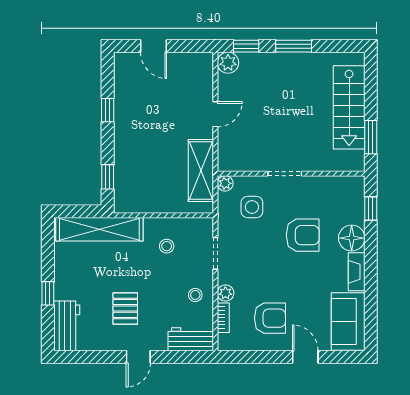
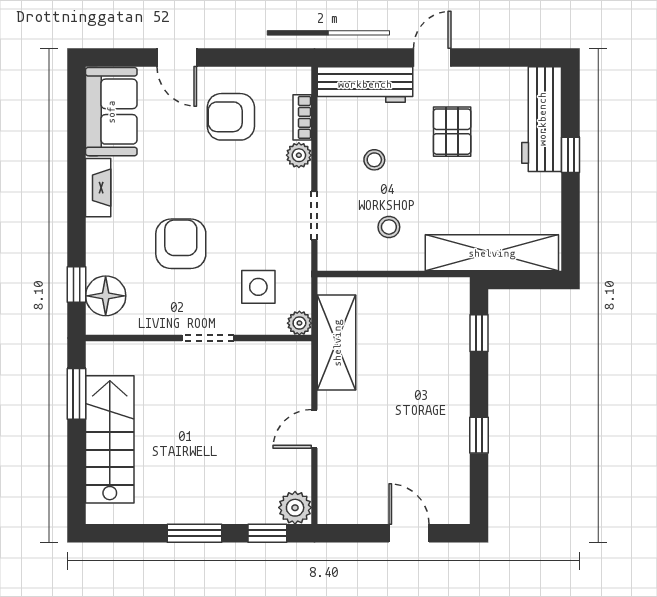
armchair: (303, 235) -> (181, 244), turned 90
floor lamp: (352, 238) -> (106, 296), moved
stool: (195, 295) -> (374, 160), moved
workbench: (67, 326) -> (542, 119), width x1.38
workbench: (191, 339) -> (365, 84), width x1.38

